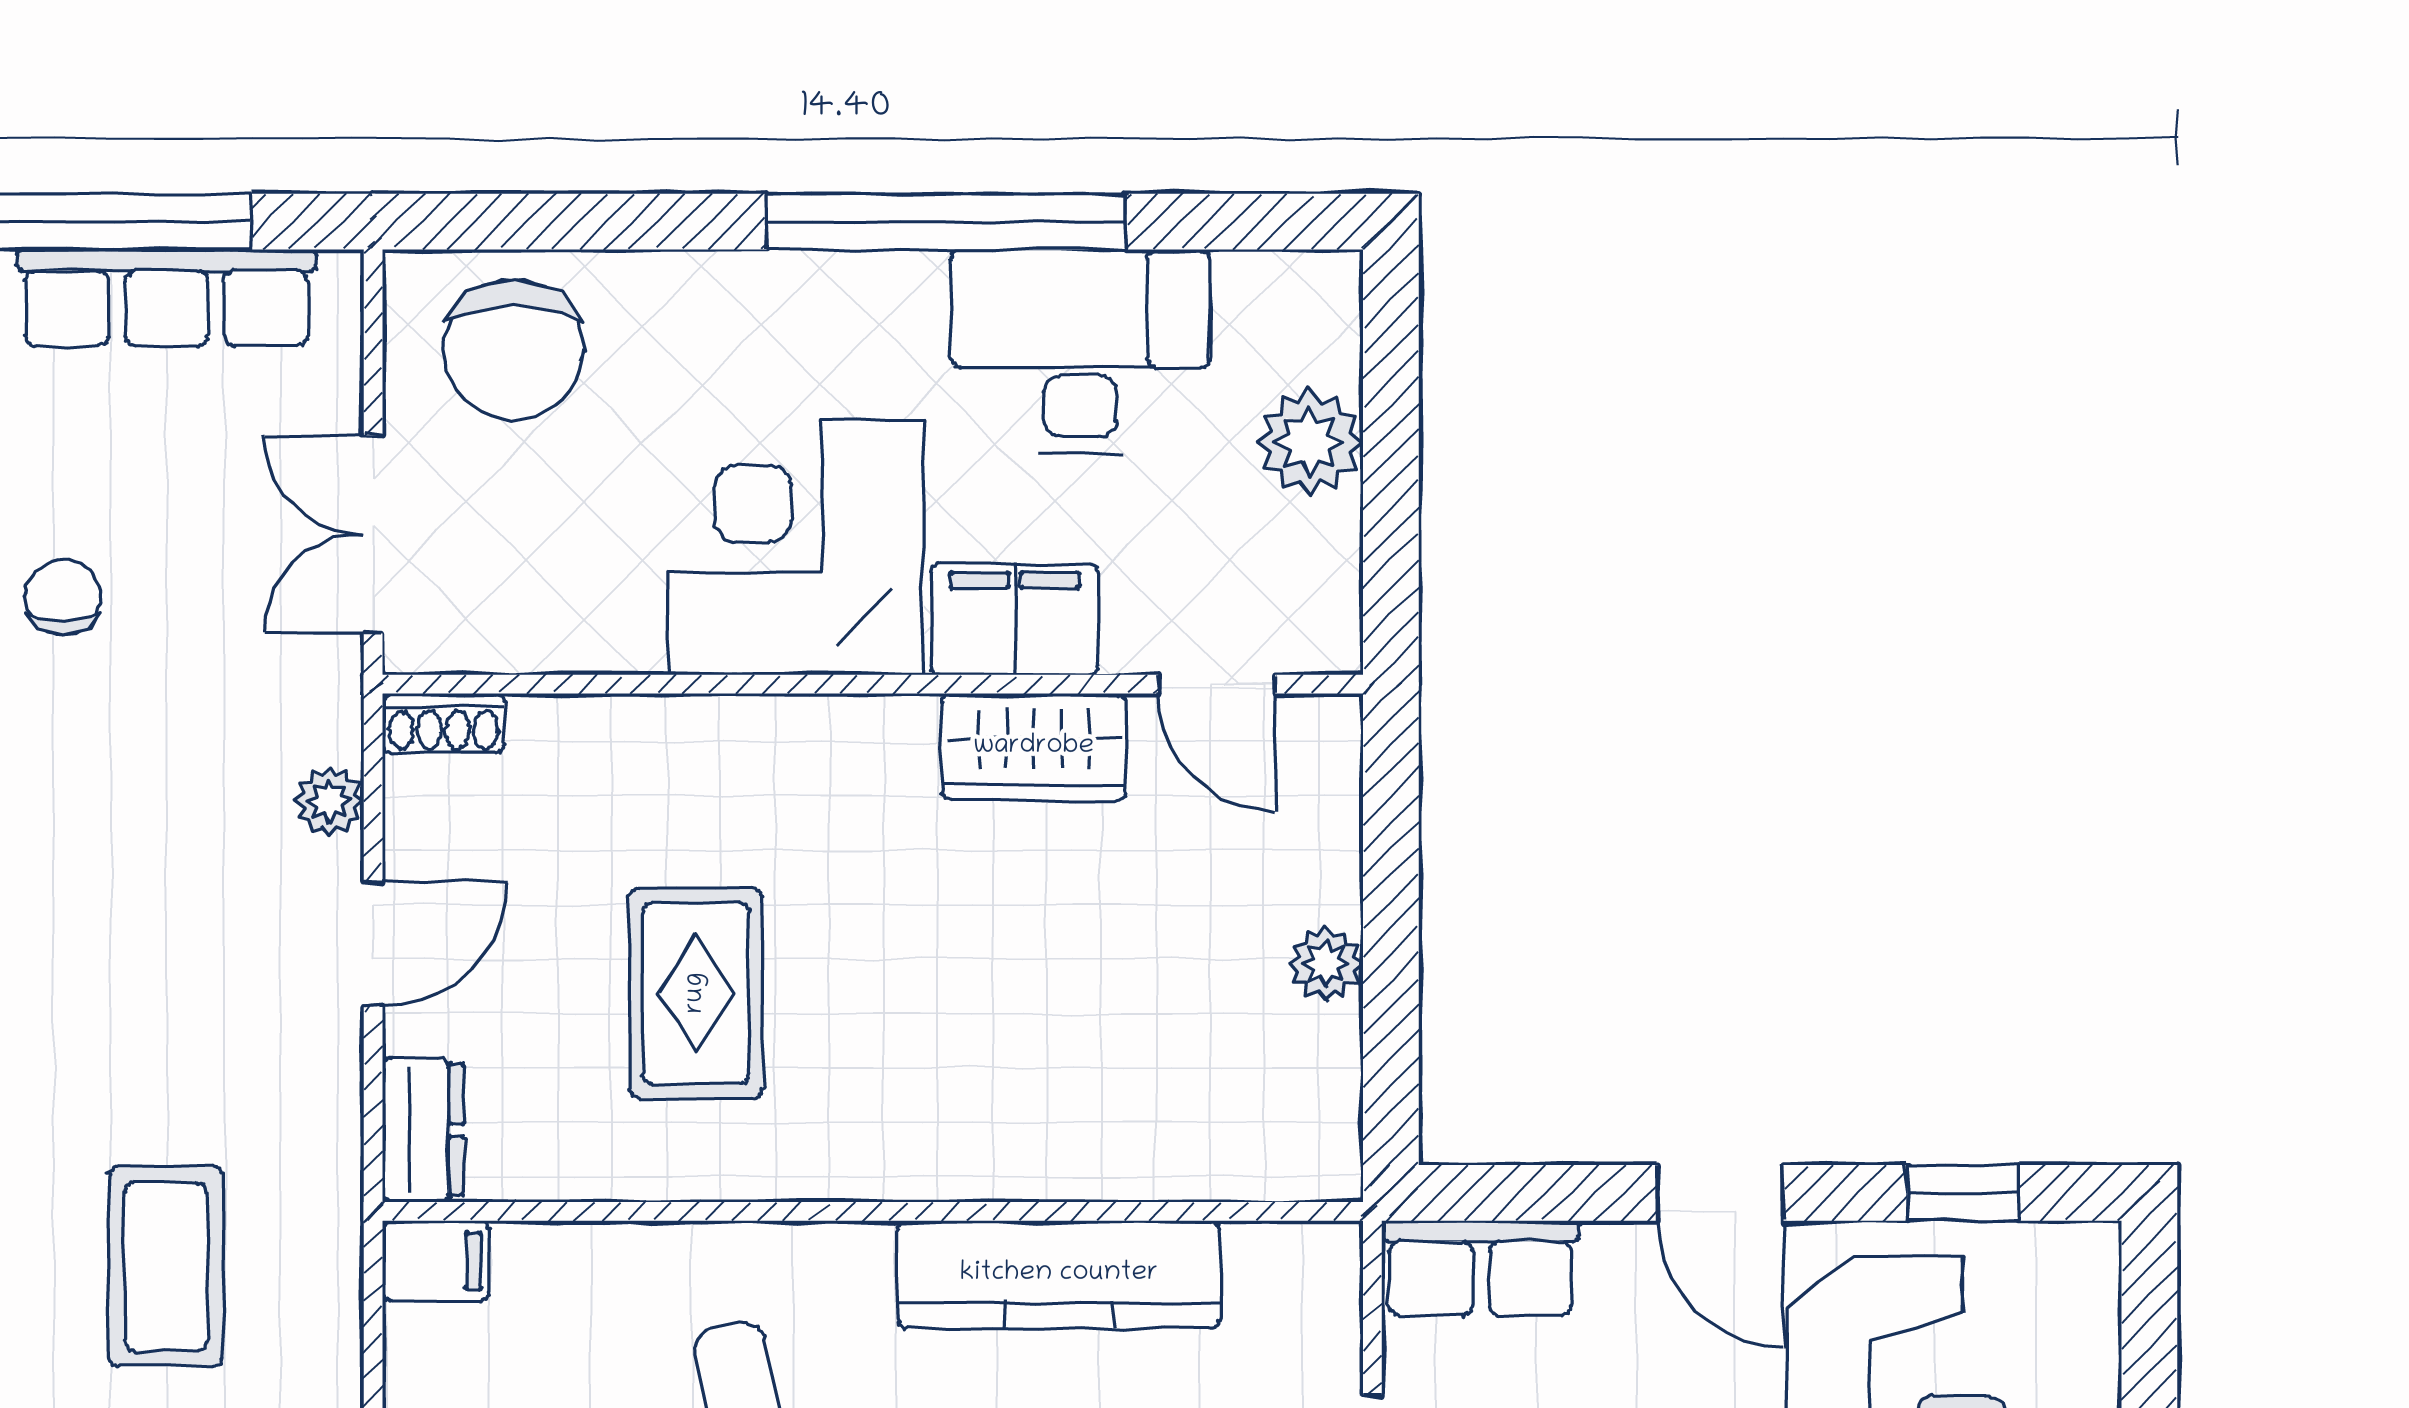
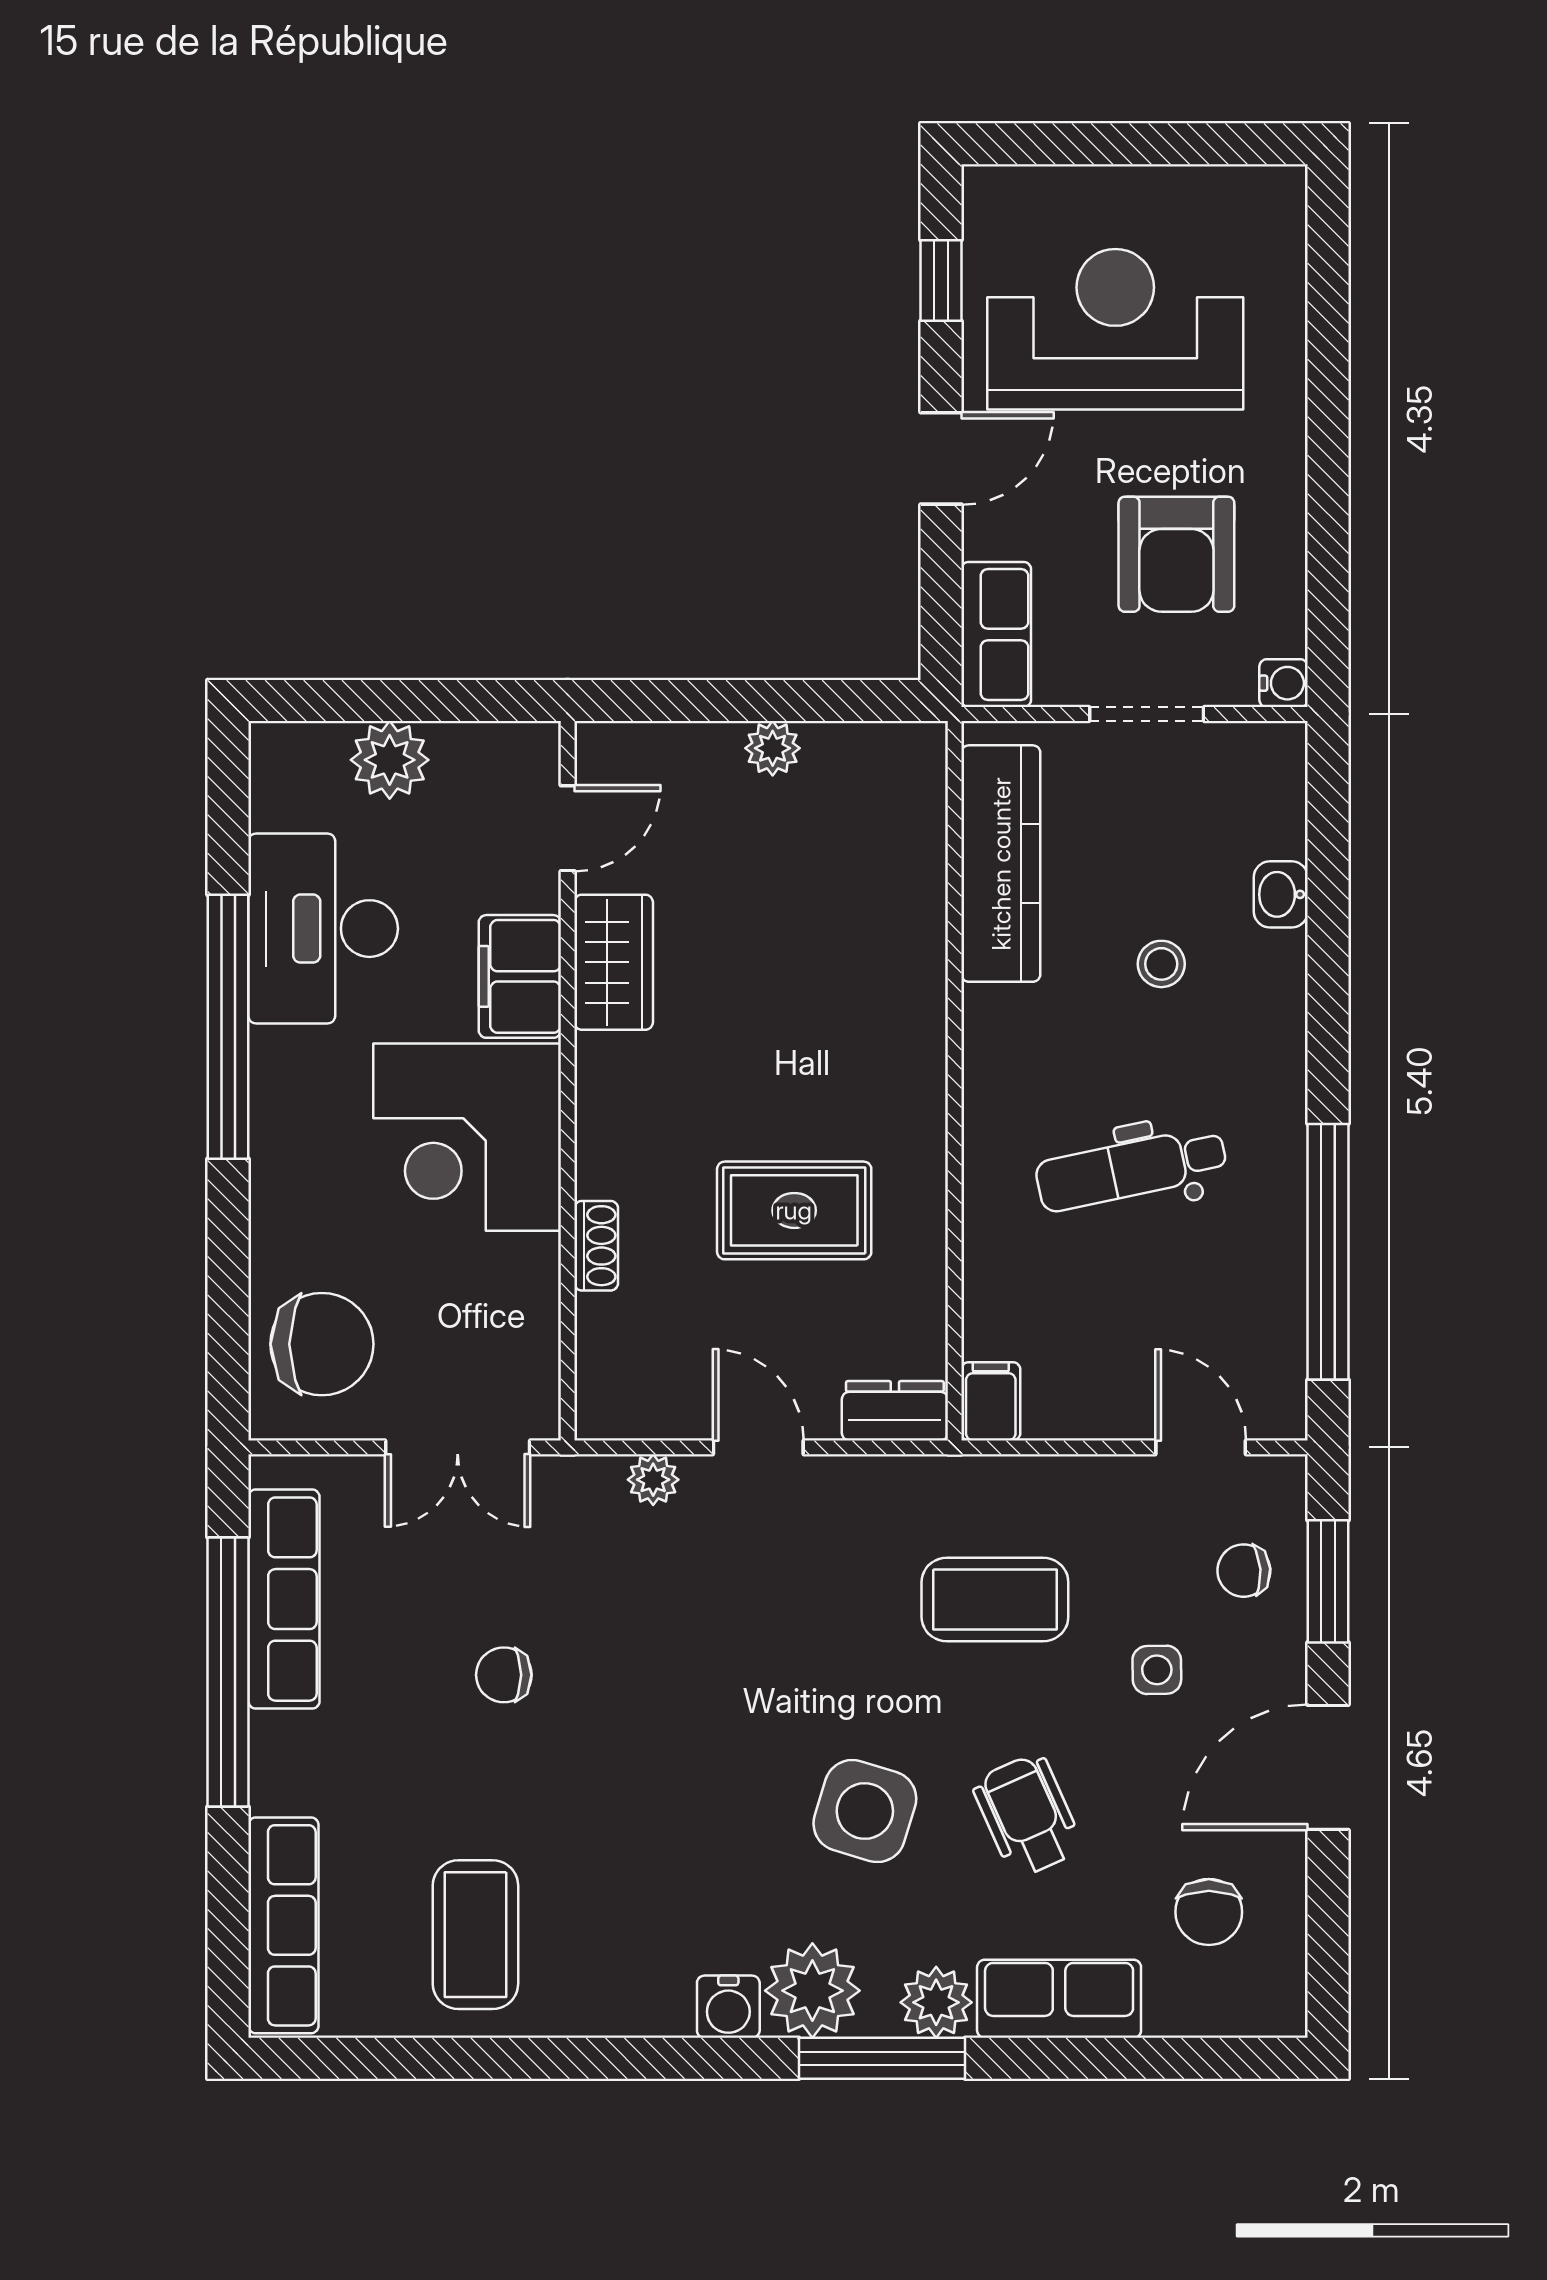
shoe rack: (444, 723) -> (596, 1246), moved
kitchen counter: (1059, 1274) -> (1001, 864), moved

